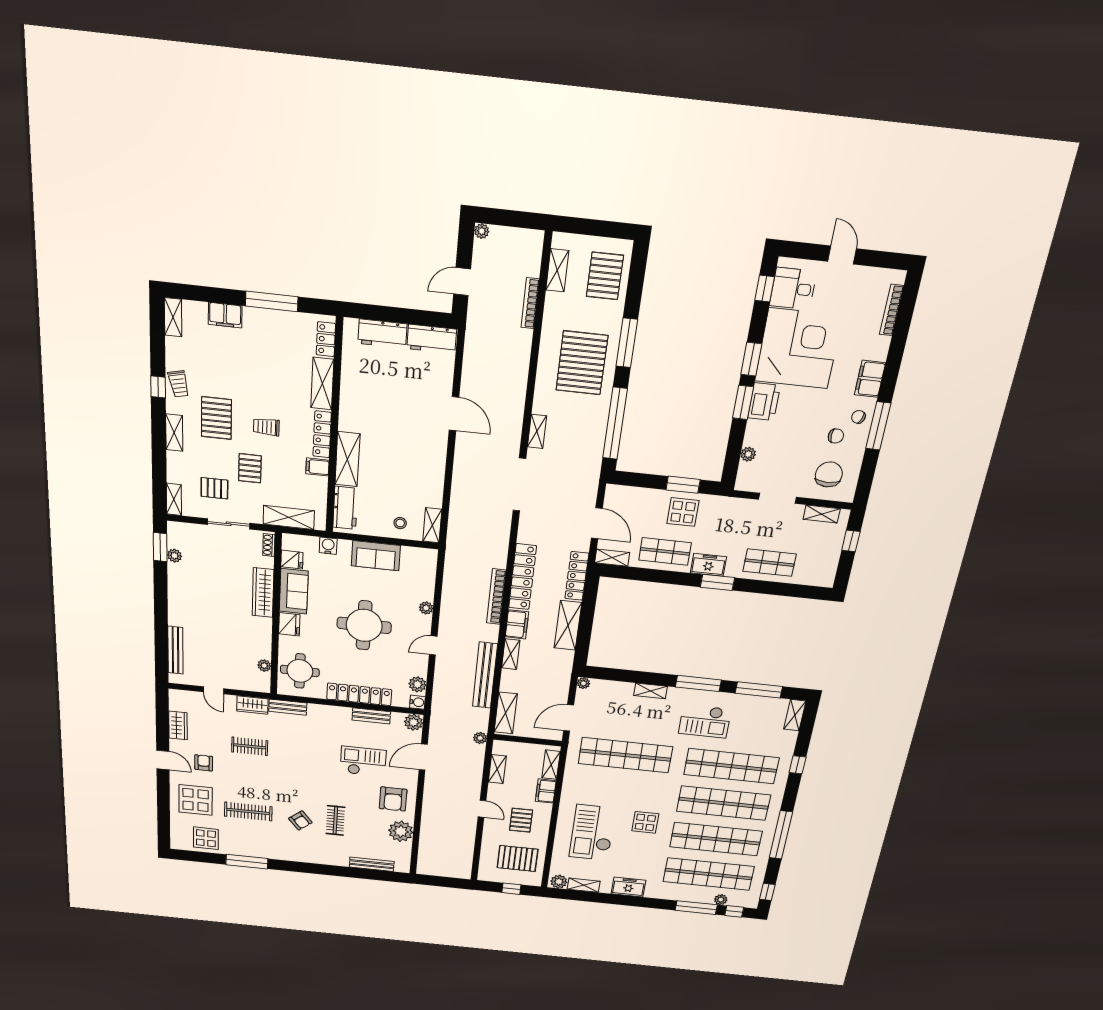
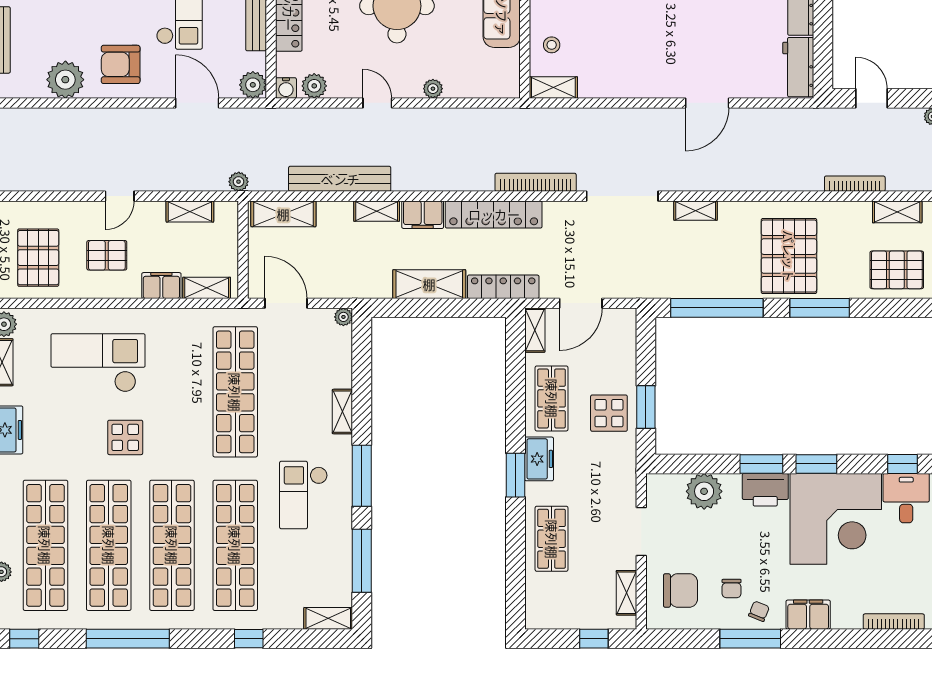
pallet: (582, 363) -> (789, 256), turned 90
plant: (748, 454) -> (704, 491), width x1.88, depth x1.88
bookcase: (496, 597) -> (536, 182), moved

